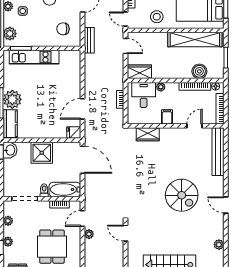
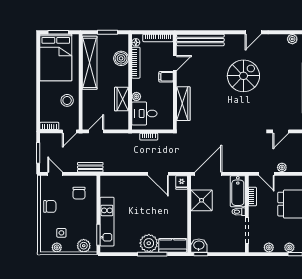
wardrobe: (139, 72) -> (121, 99), moved
filing cabinet: (167, 117) -> (166, 77), moved
door: (195, 126) -> (175, 63), swing flipped
wardrobe: (148, 134) -> (183, 104), width x1.50
shower: (42, 153) -> (201, 200), moved

